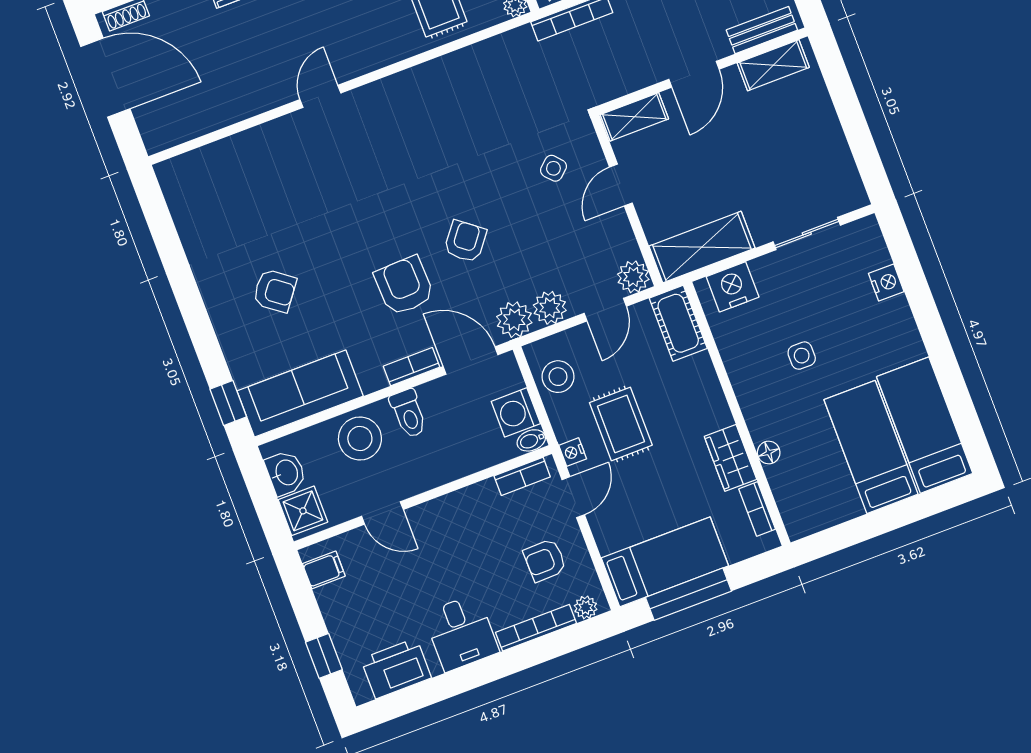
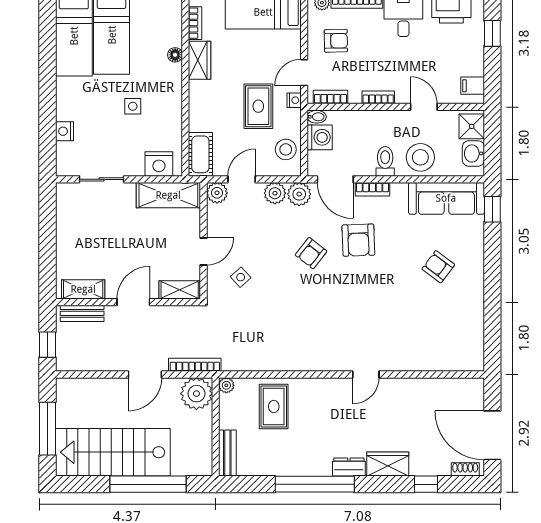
bookcase: (453, 502) -> (378, 97), added

